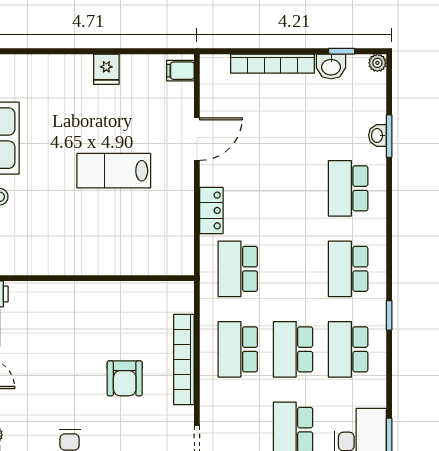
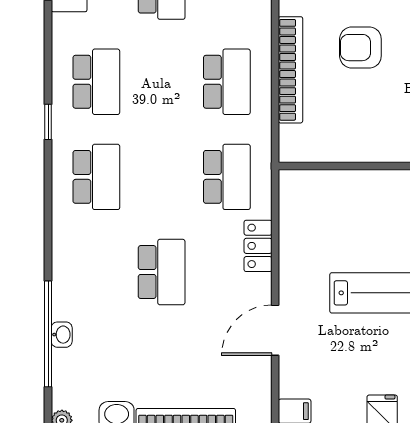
window: (389, 136) -> (48, 334), width x2.11
school desk: (348, 188) -> (162, 272), moved
school desk: (293, 349) -> (162, 82), removed
armchair: (125, 378) -> (360, 48), turned -90

